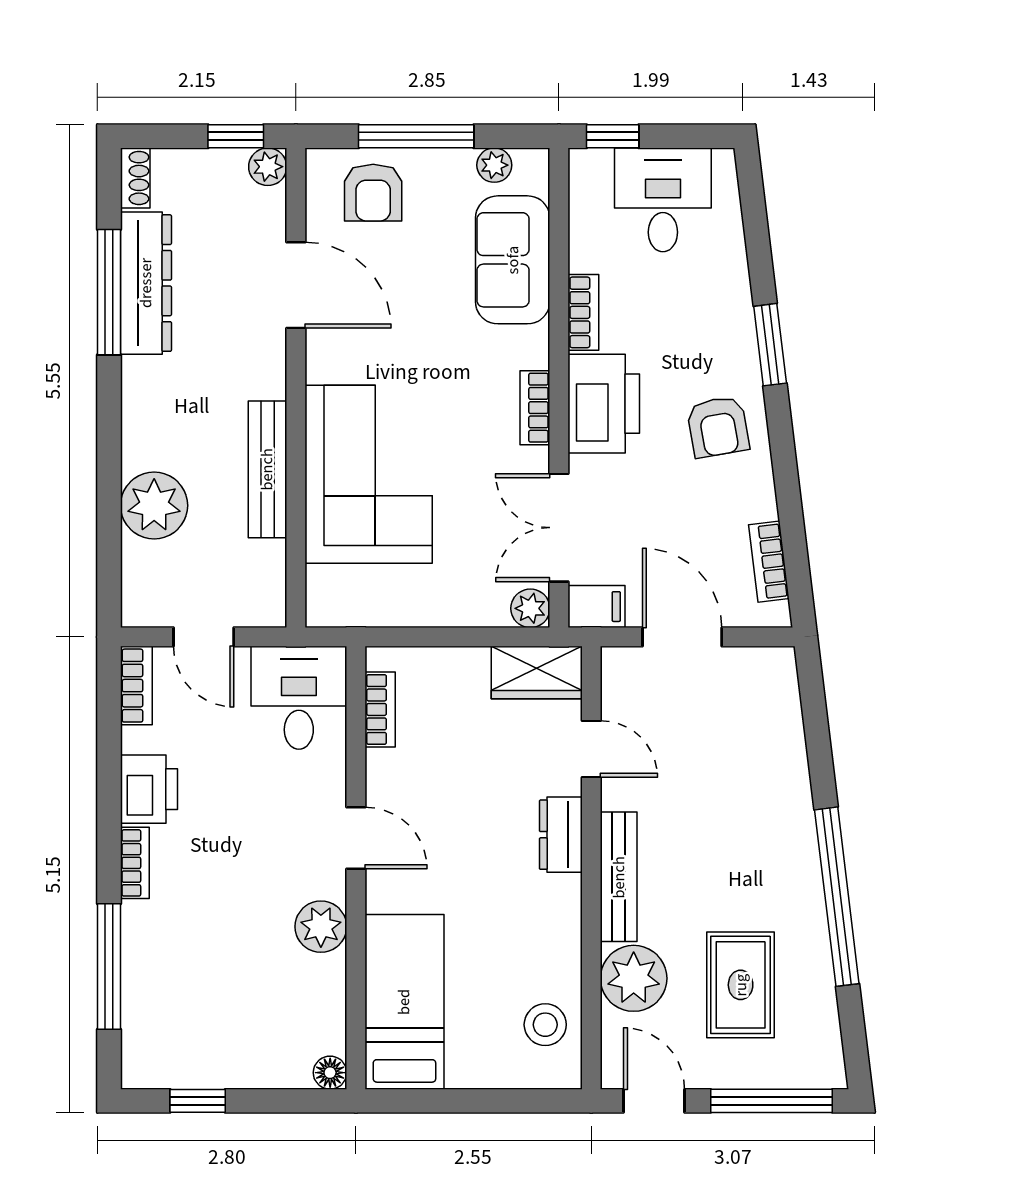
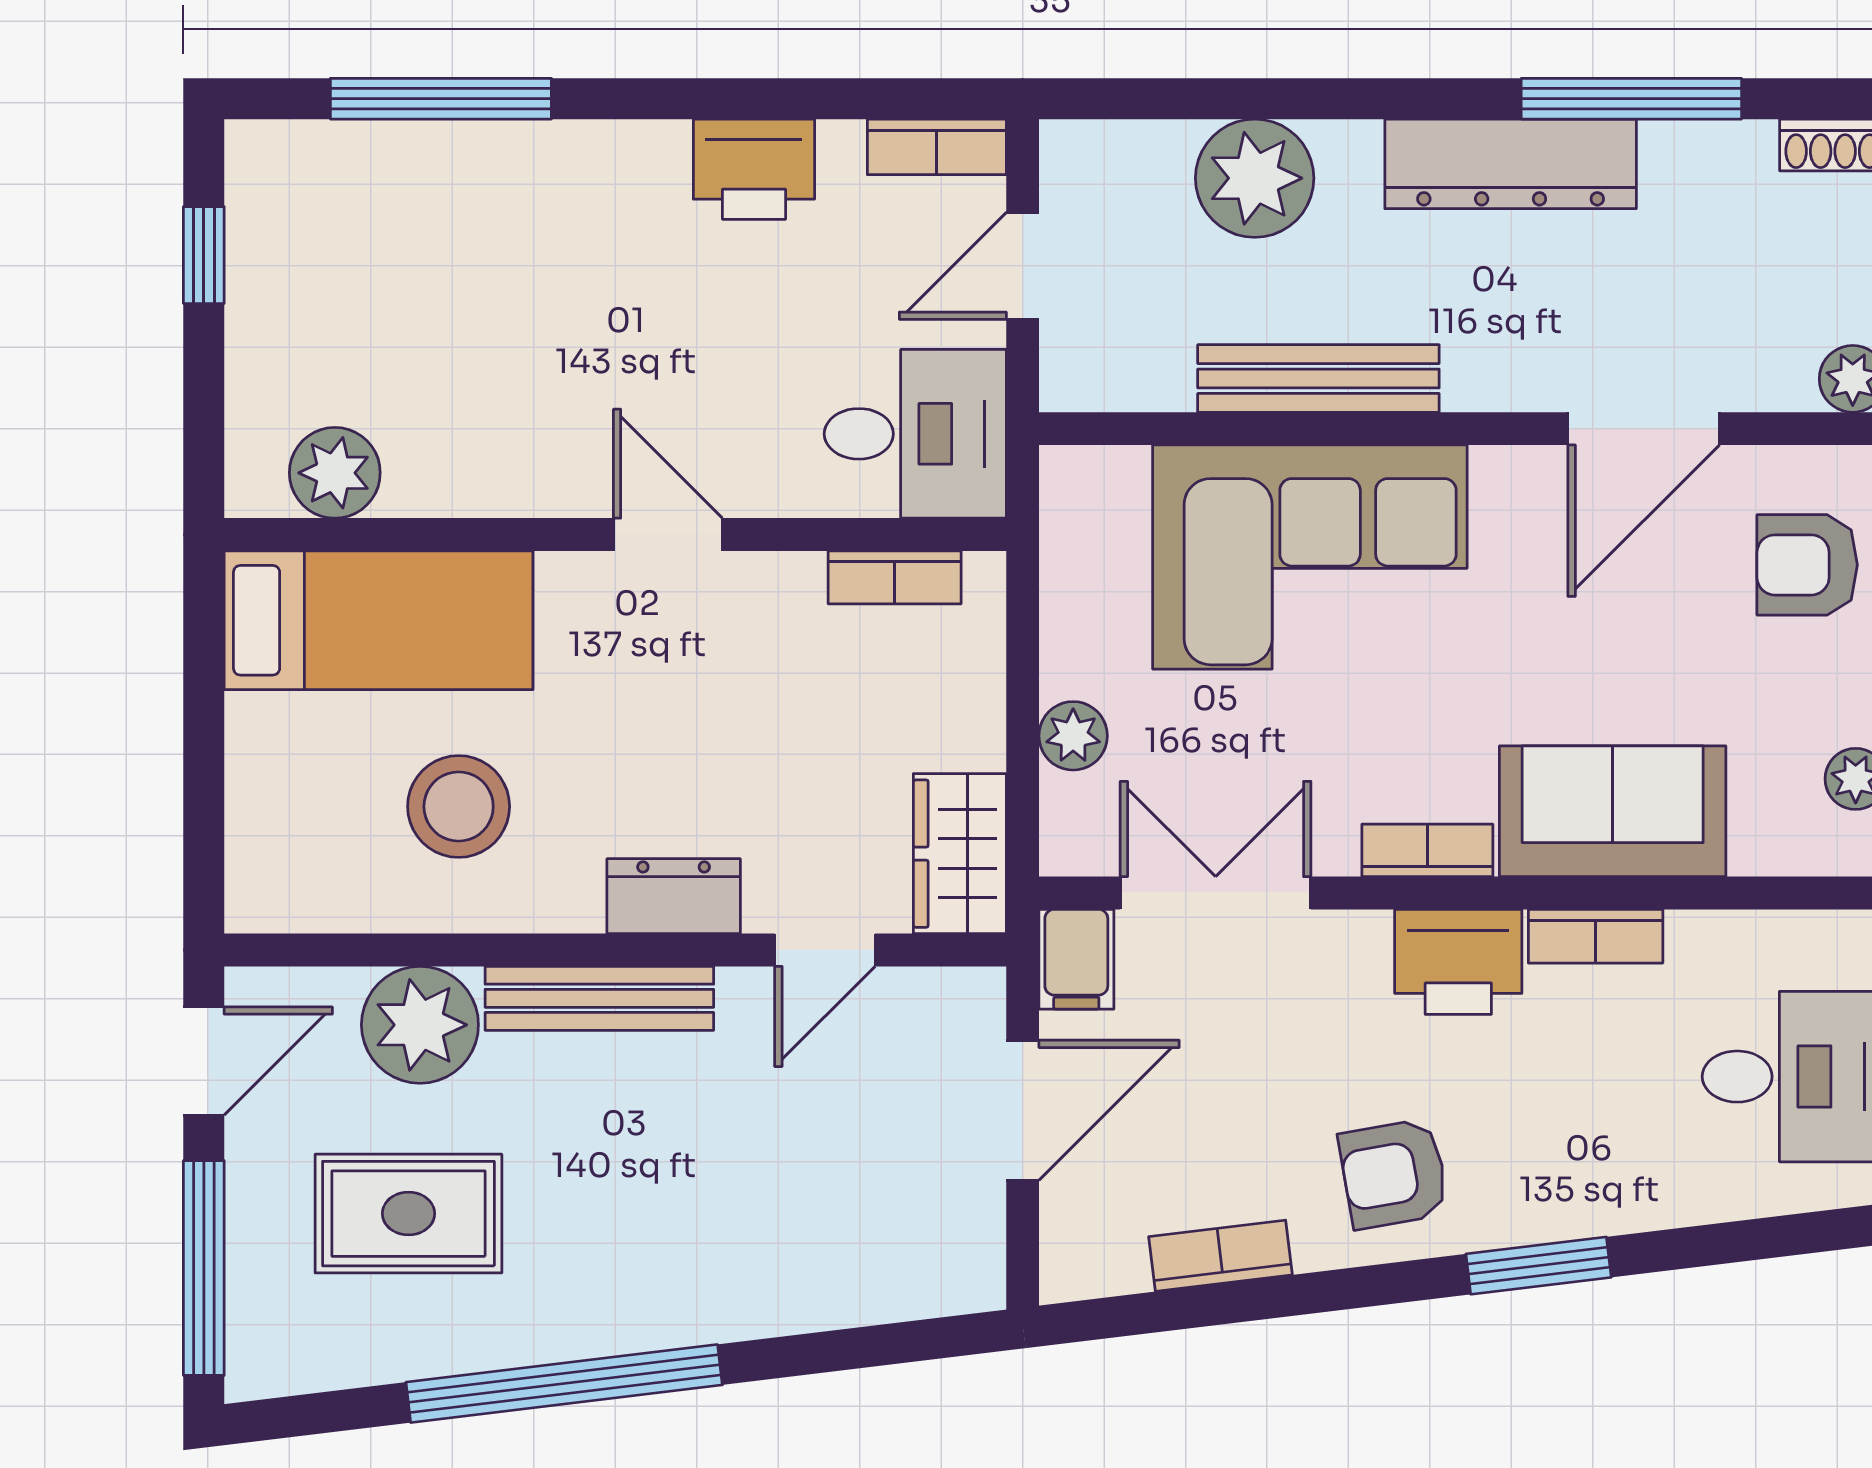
sofa: (513, 260) -> (1613, 811), moved
dresser: (146, 283) -> (1511, 164), moved
printer: (604, 404) -> (1458, 962), width x0.73, depth x0.84
bookcase: (769, 562) -> (1220, 1256), moved
plant: (530, 608) -> (1073, 736), moved
door: (356, 838) -> (668, 535), swing flipped
bookcase: (135, 863) -> (624, 144), removed
plant: (321, 927) -> (335, 473), moved
stool: (545, 1025) -> (459, 806), moved, width x1.38, depth x1.38
floor lamp: (330, 1073) -> (254, 489), removed

